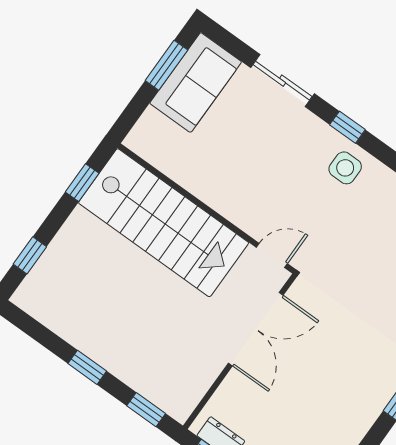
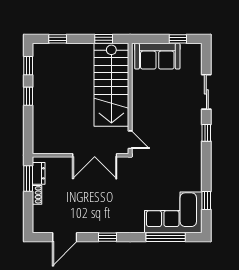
window: (166, 65) -> (178, 39), width x0.67
sofa: (196, 83) -> (157, 56), moved
side table: (345, 168) -> (189, 144), removed
window: (146, 410) -> (28, 66), moved

